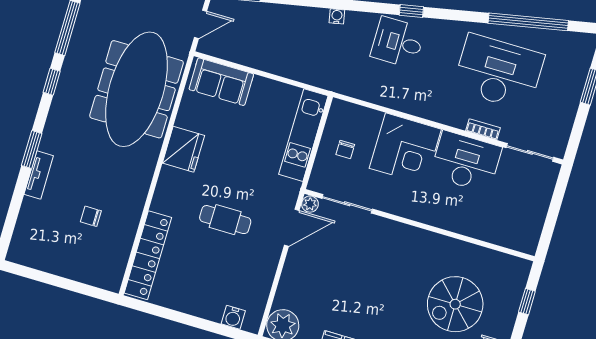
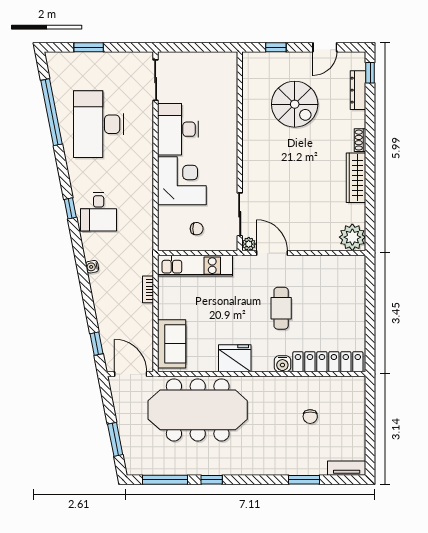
door: (201, 24) -> (131, 374), width x1.38
bookcase: (483, 129) -> (148, 289), moved
window: (32, 149) -> (304, 480), moved
tv unit: (39, 175) -> (347, 468), moved
water cooler: (233, 317) -> (282, 364), moved, turned 90

